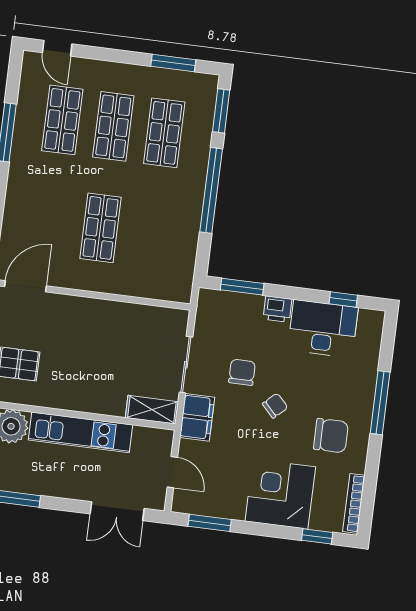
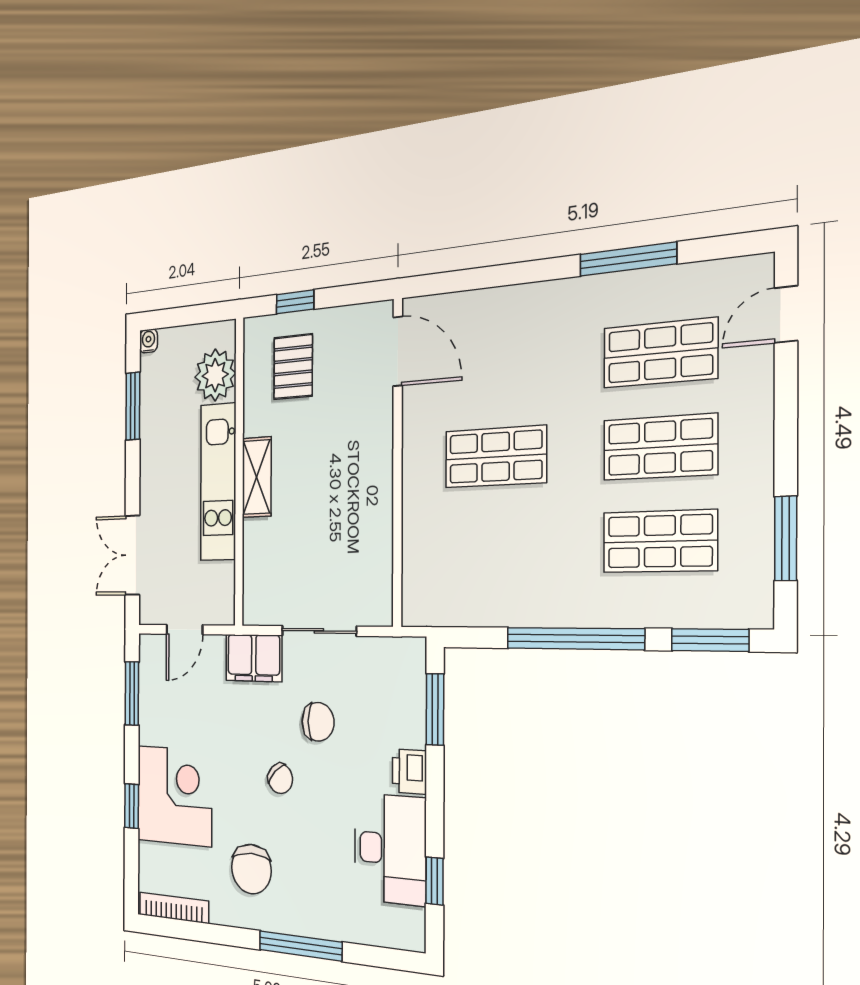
shelving: (152, 410) -> (257, 477), moved
window: (317, 536) -> (132, 806), moved

